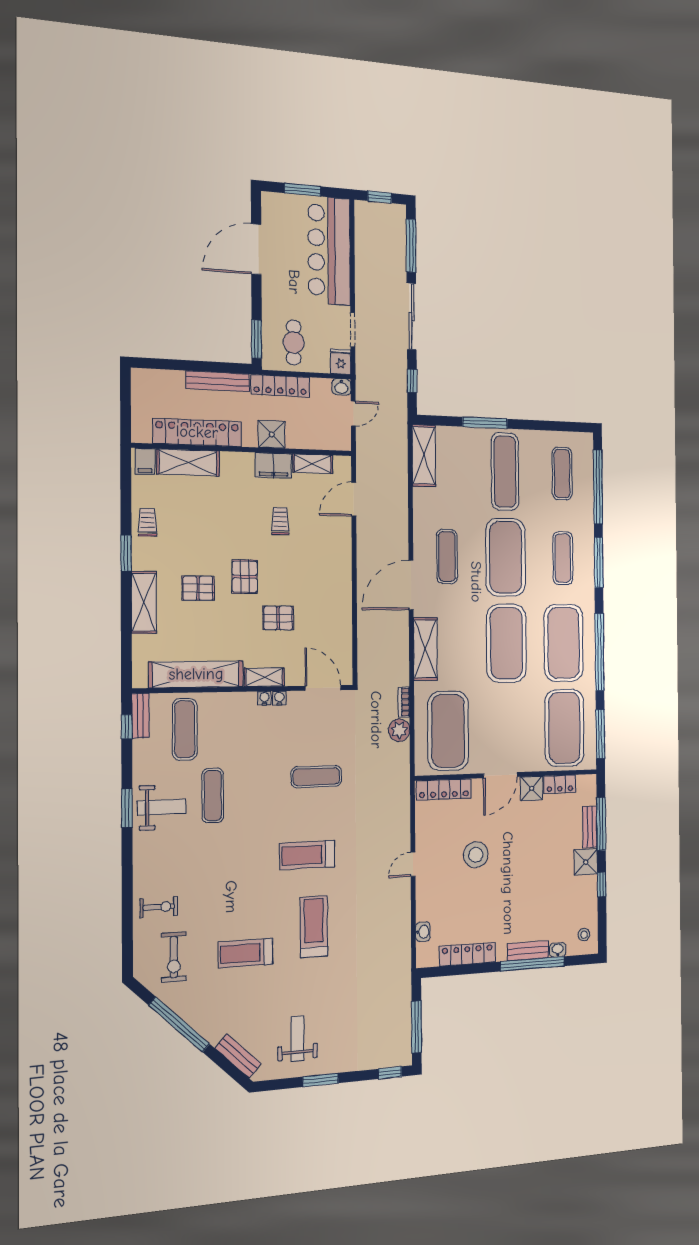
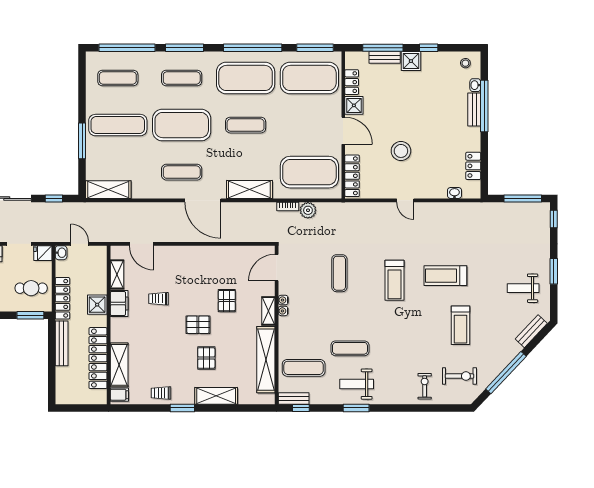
exercise mat: (506, 643) -> (246, 125), width x0.50, depth x0.69
weight bench: (162, 807) -> (357, 384), turned -90
locker: (467, 954) -> (473, 166), width x0.66

